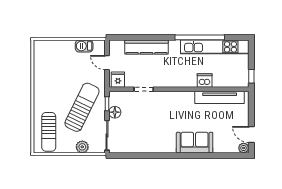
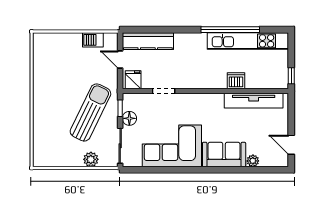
kitchen counter: (146, 47) -> (148, 41), moved
sun lounger: (49, 132) -> (51, 142), removed
corner sofa: (151, 135) -> (172, 146), added
plant: (244, 148) -> (253, 161), moved

